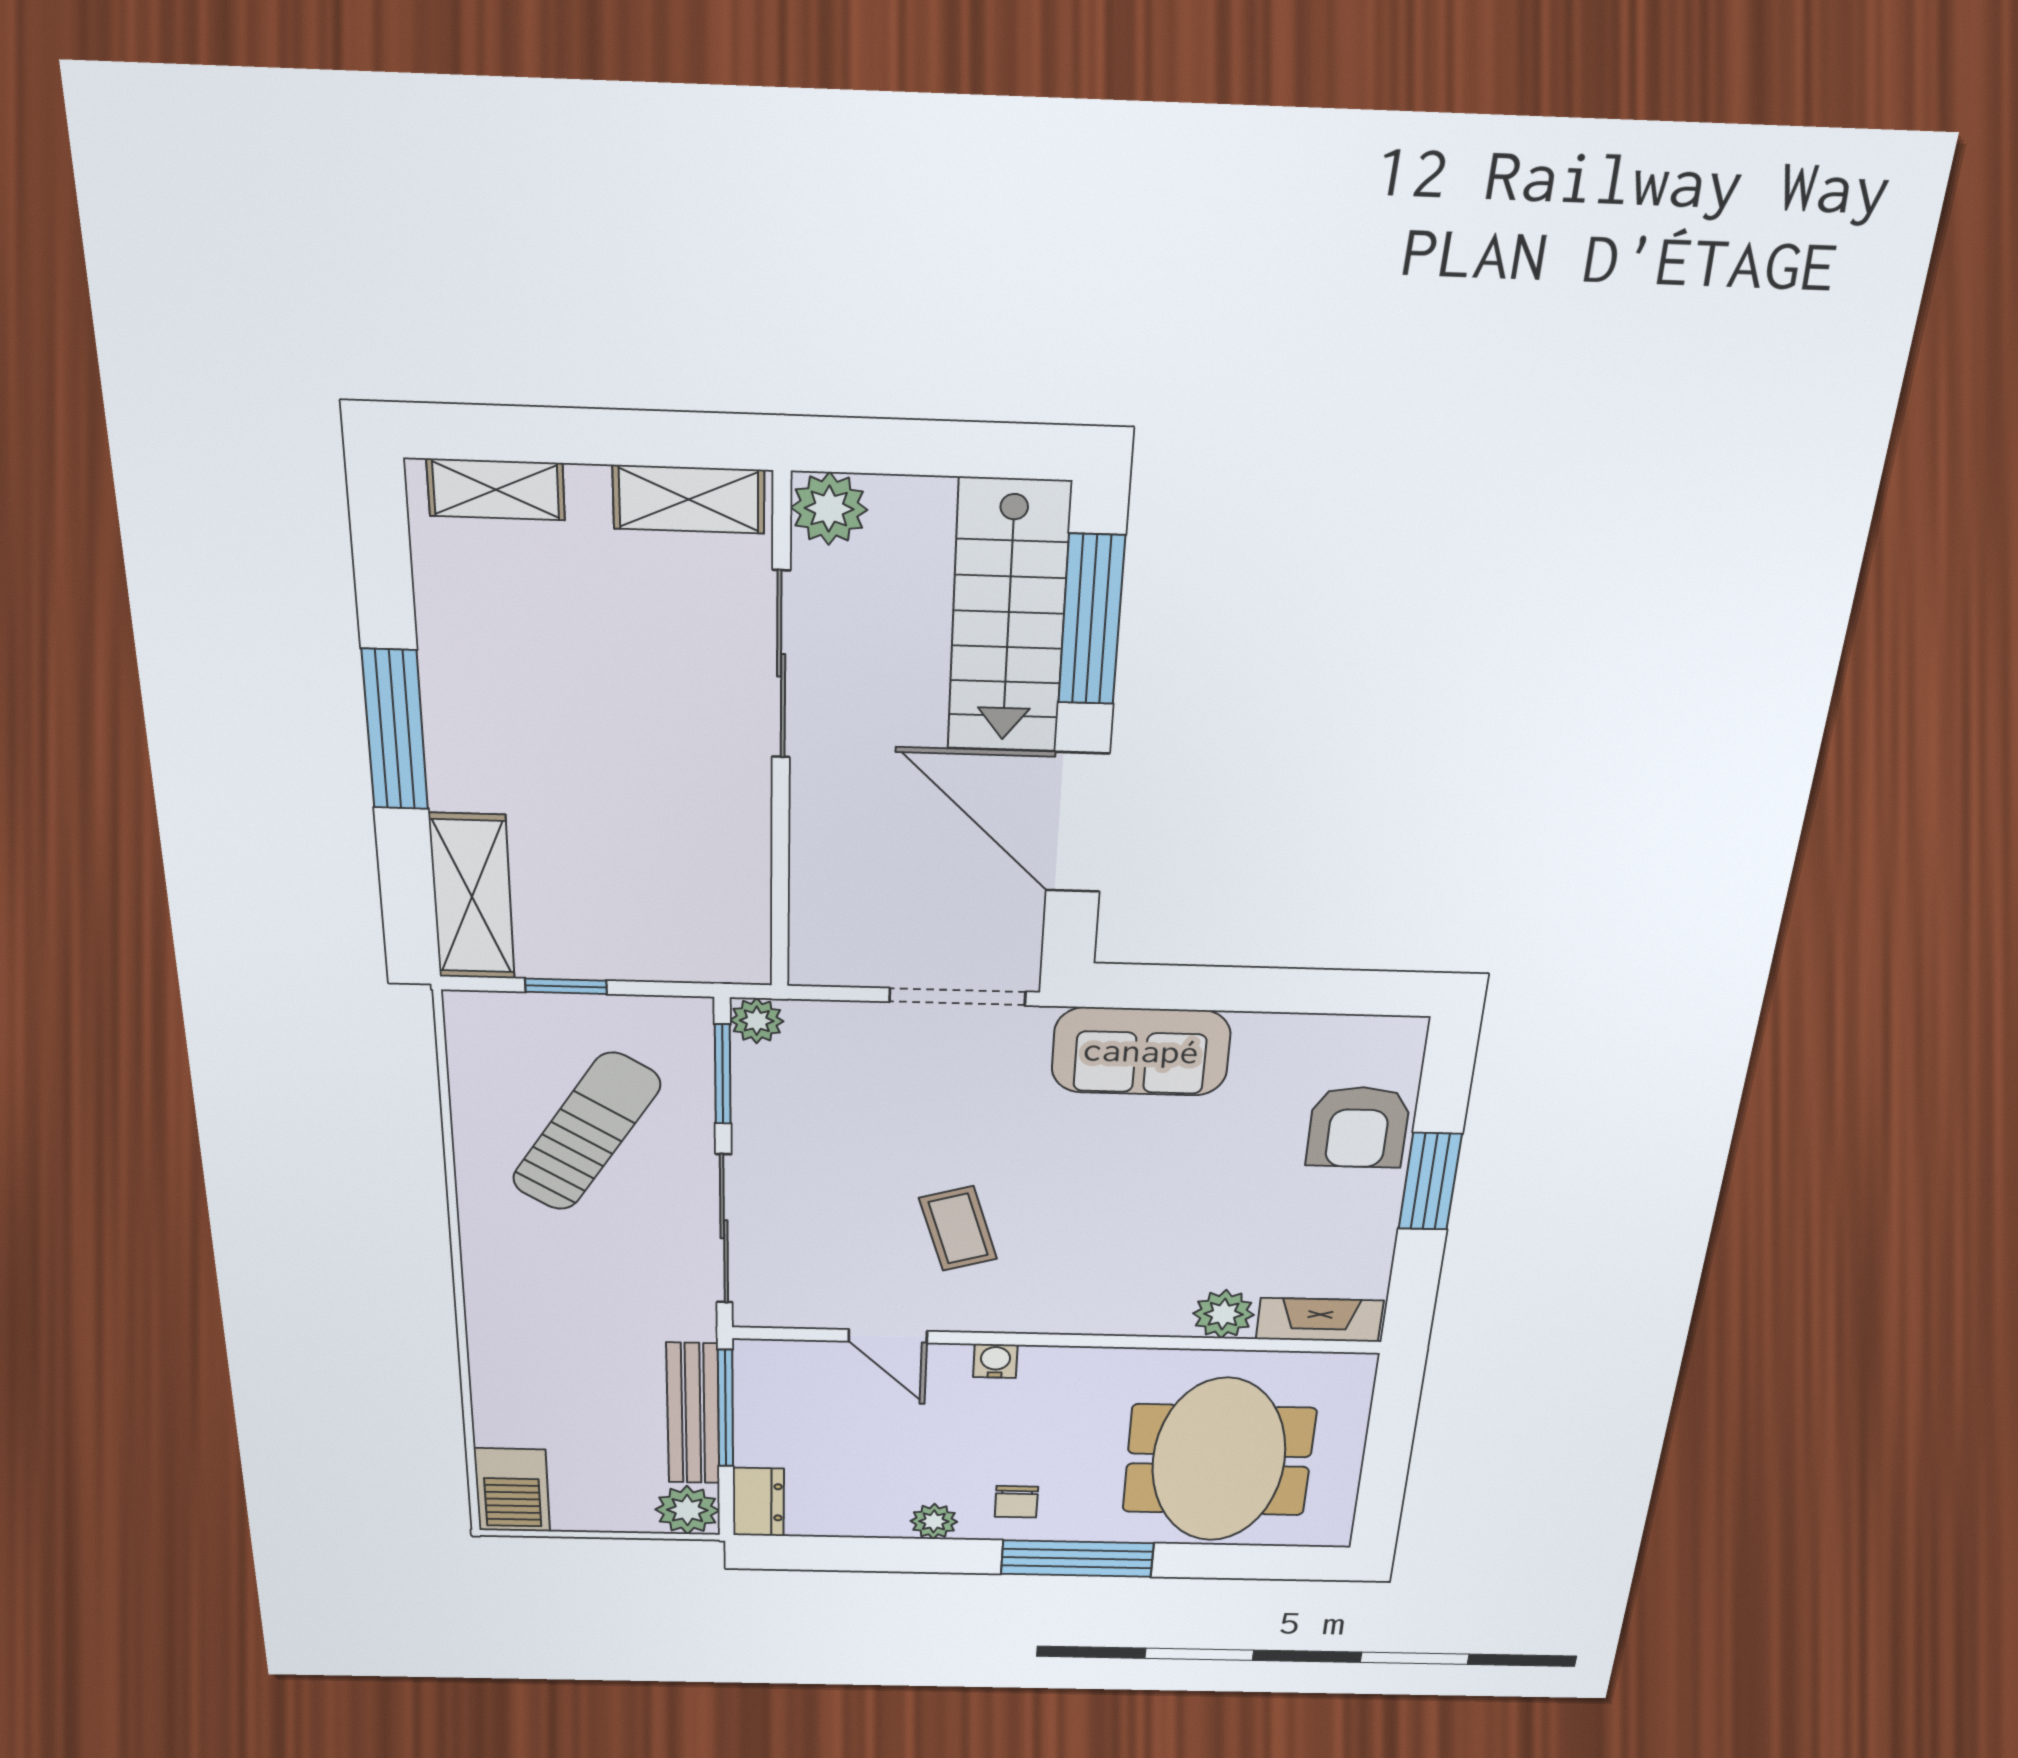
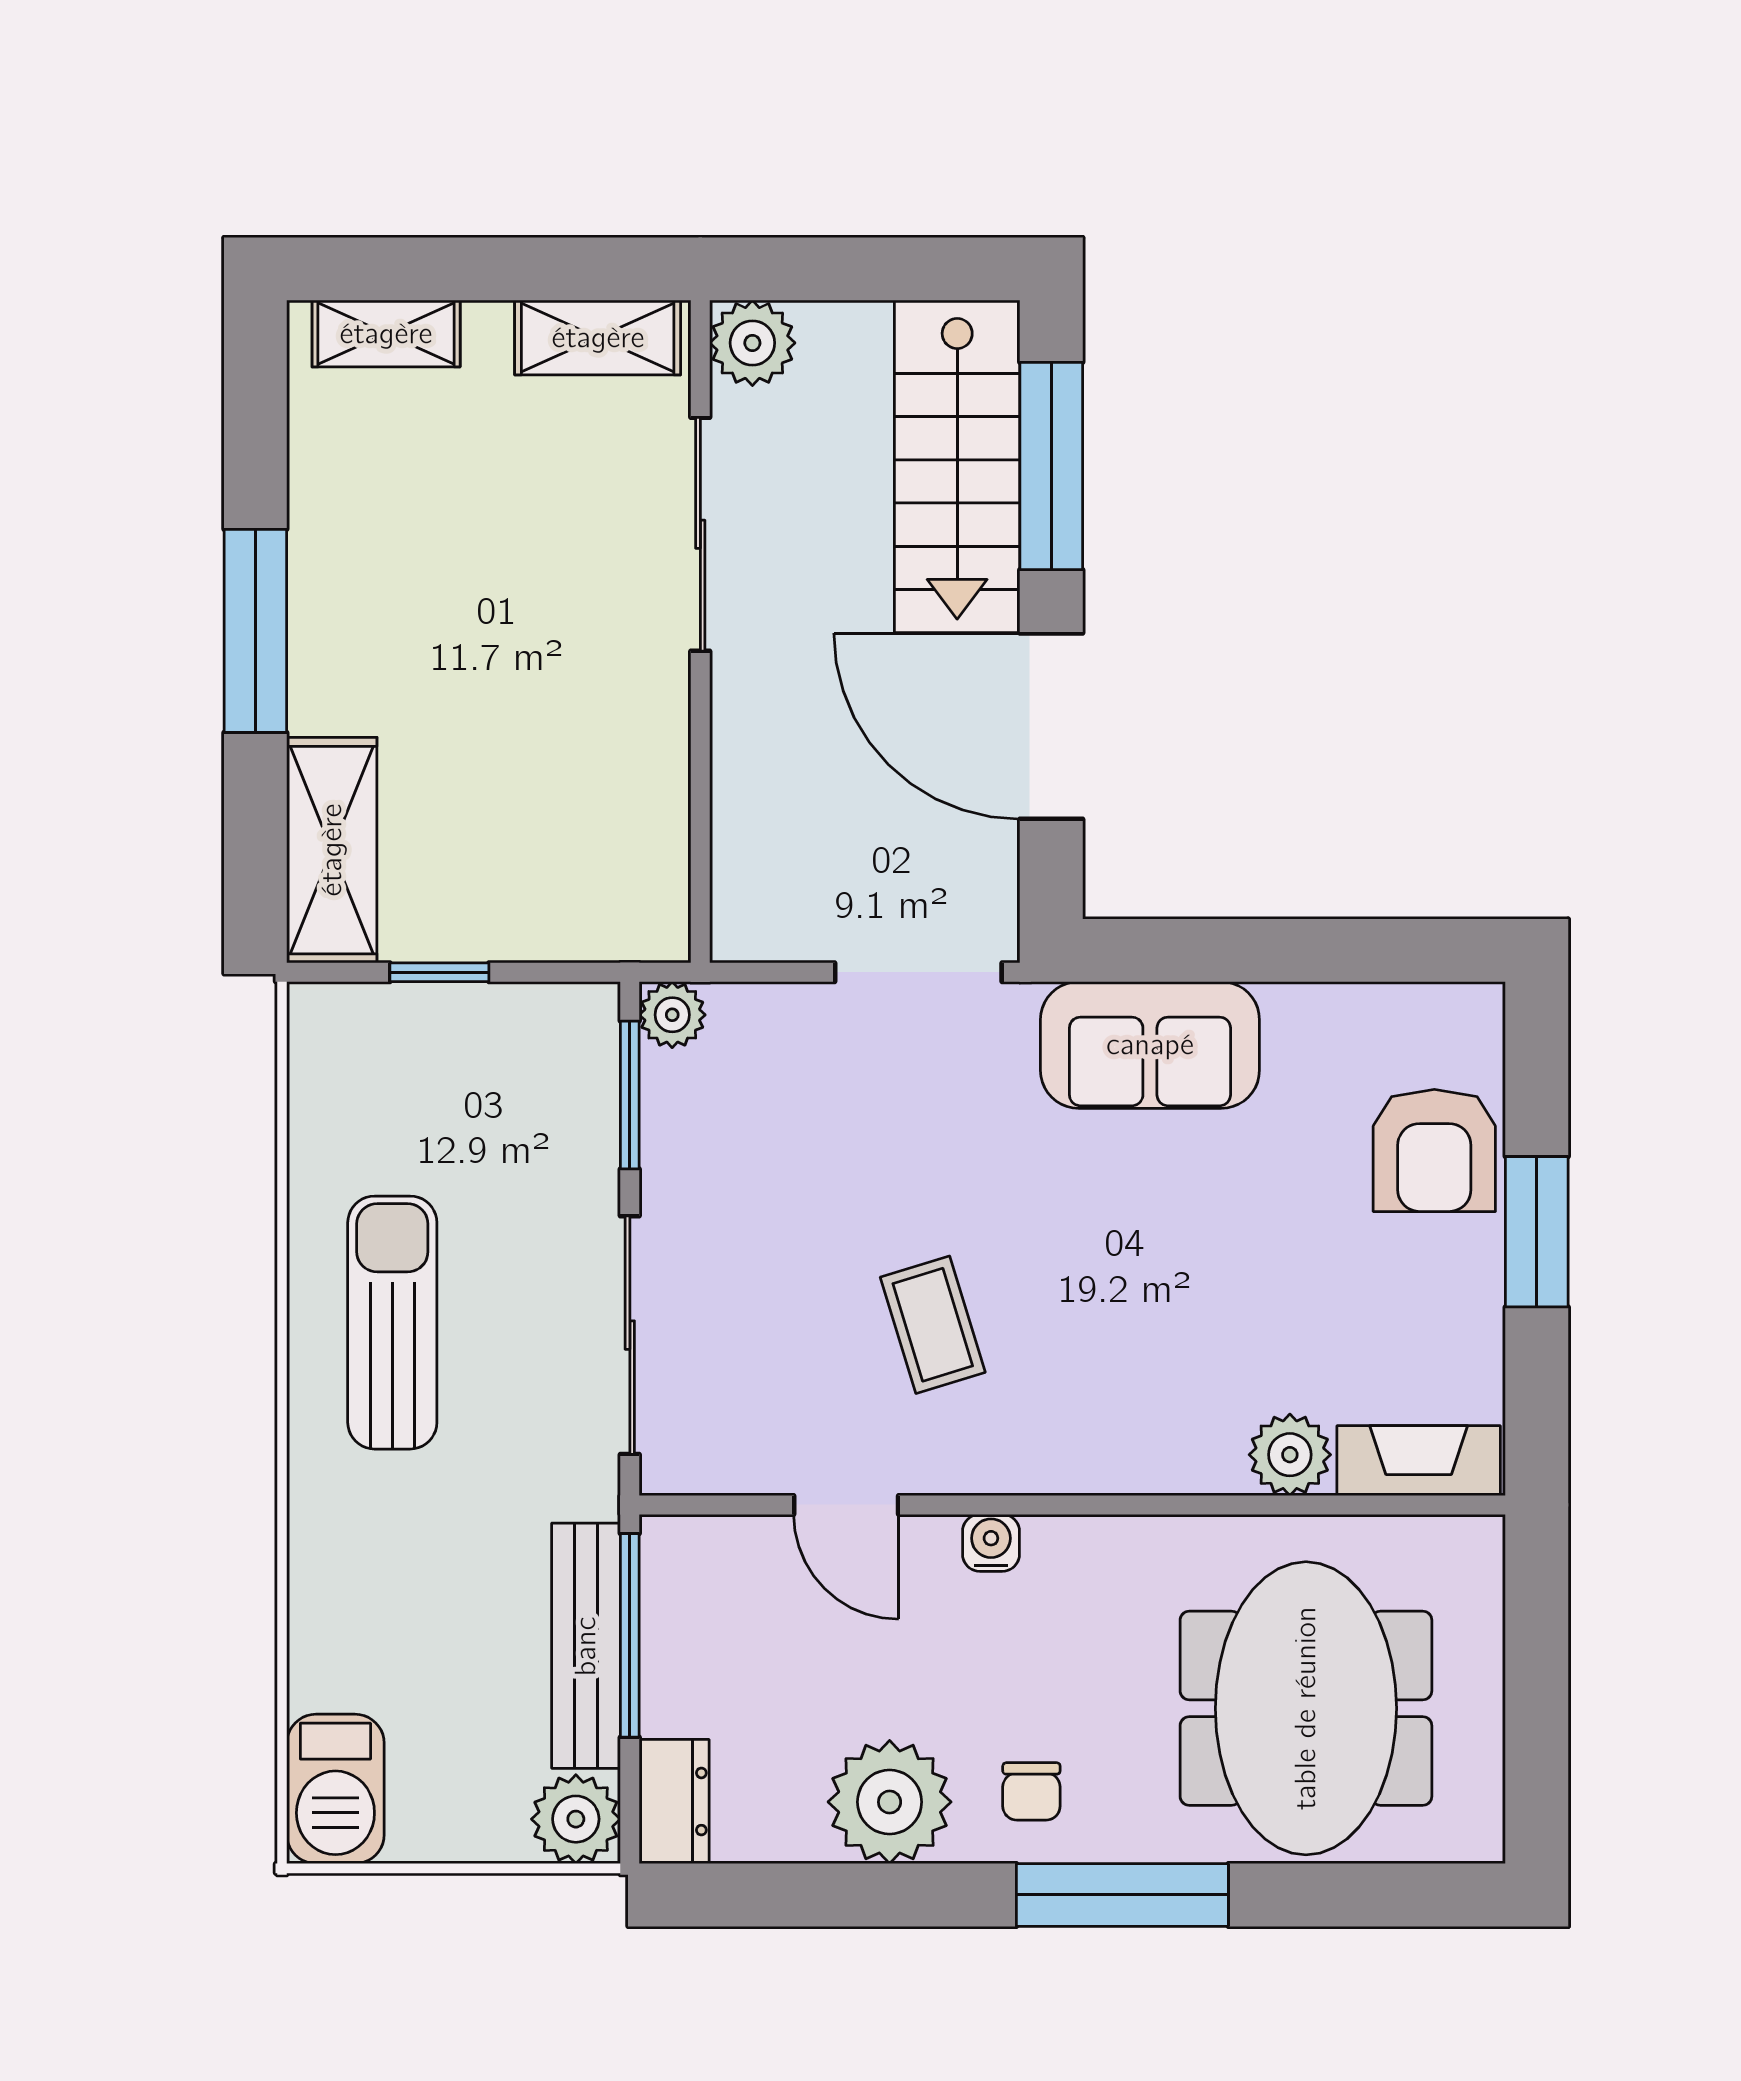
sun lounger: (586, 1132) -> (392, 1323), moved, turned -32
plant: (934, 1521) -> (890, 1802), width x1.88, depth x1.88

